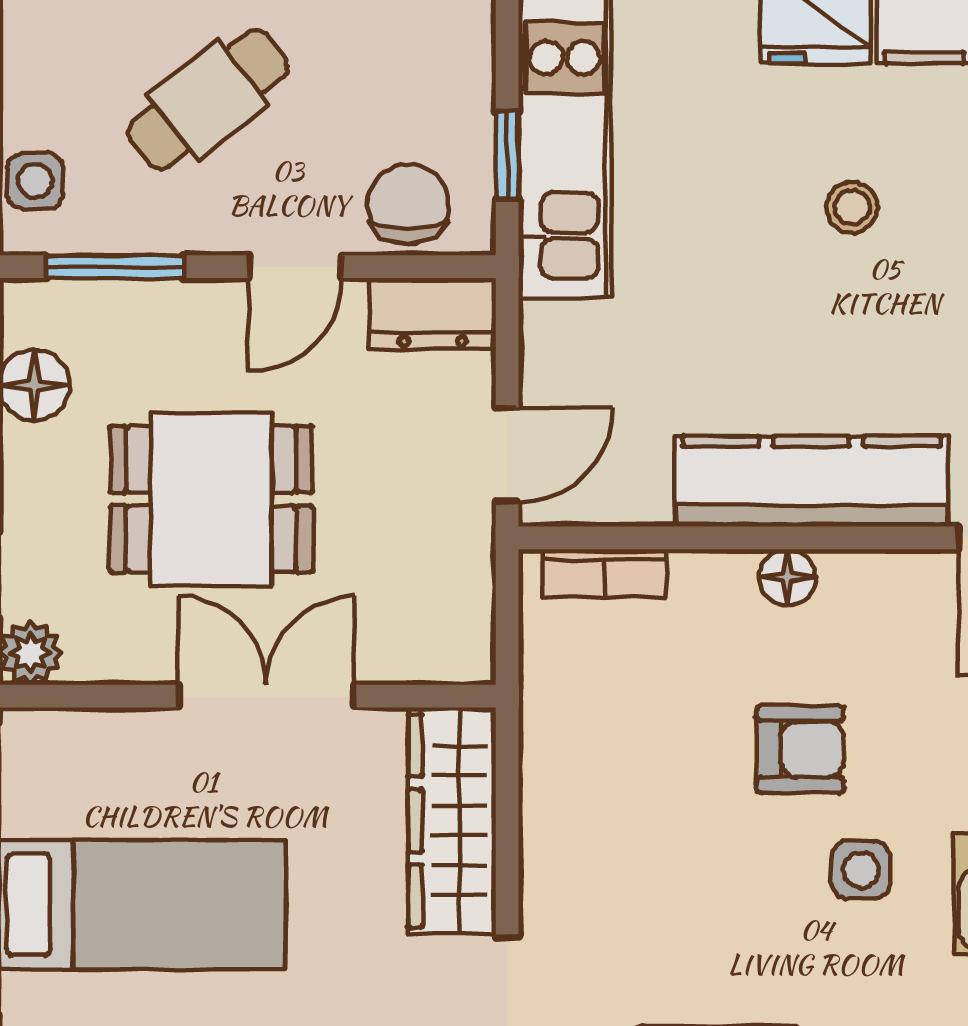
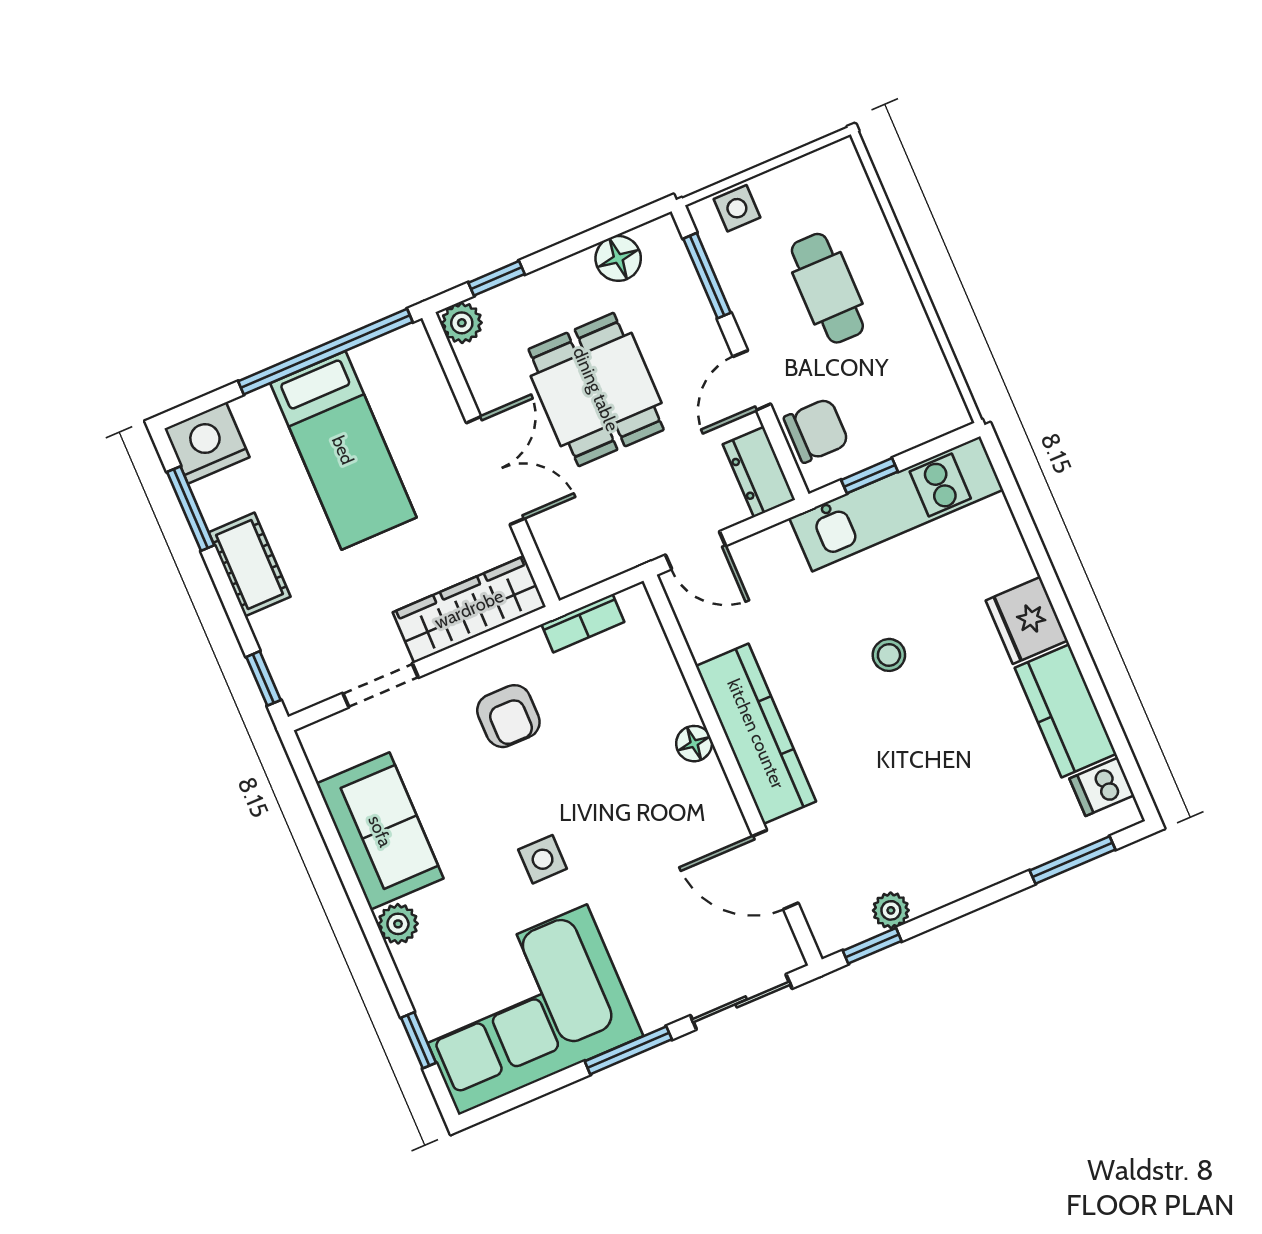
cafe table: (208, 99) -> (827, 288), turned 38
stool: (852, 207) -> (889, 655), moved
door: (295, 267) -> (752, 380), hinge flipped
bookcase: (604, 574) -> (583, 623), moved, turned -90
armchair: (800, 749) -> (508, 716), moved

